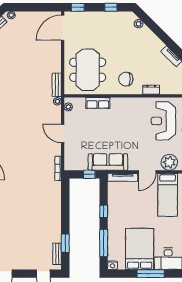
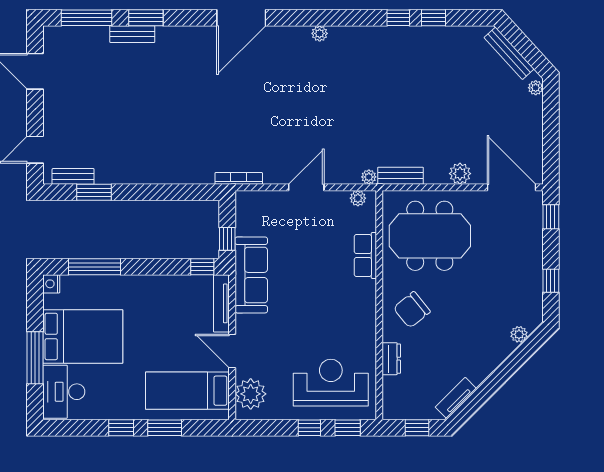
plant: (56, 54) -> (460, 174), added
chair: (126, 79) -> (412, 310), turned -129
window: (104, 211) -> (202, 267), moved

